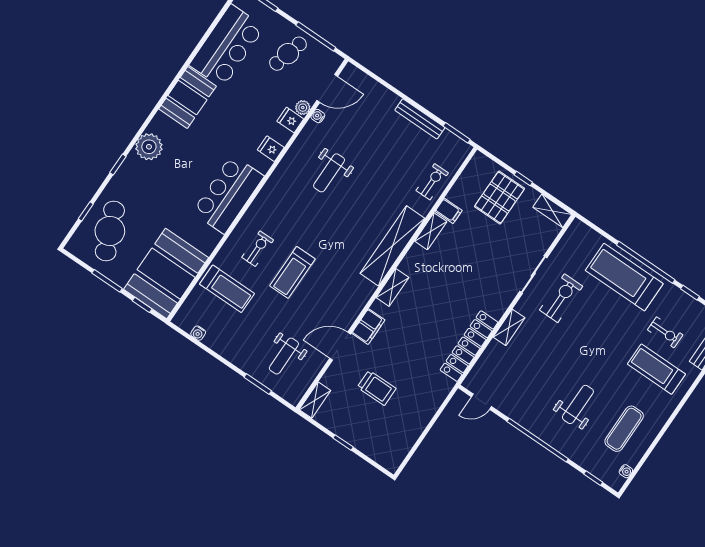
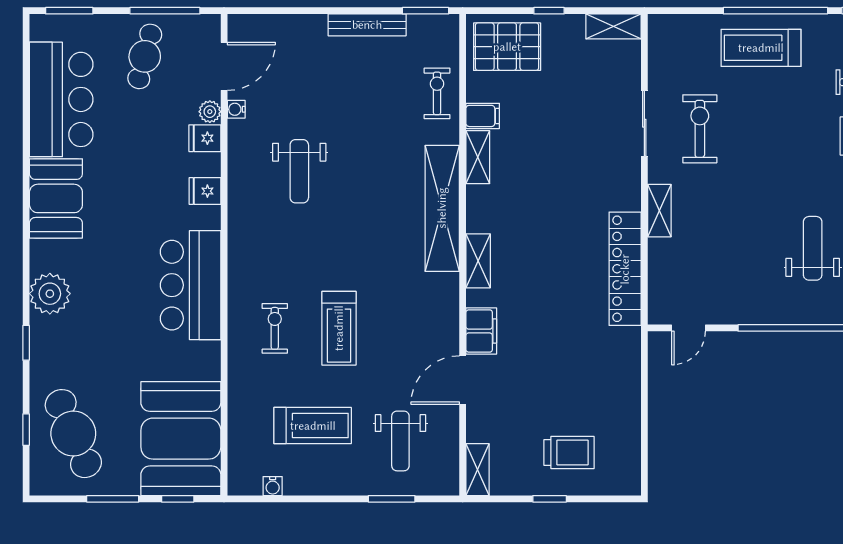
pallet: (499, 198) -> (507, 47), moved, turned 90
treadmill: (624, 277) -> (761, 48), width x0.73, depth x0.73
treadmill: (227, 289) -> (313, 426), moved
trolley: (377, 388) -> (569, 452), moved

